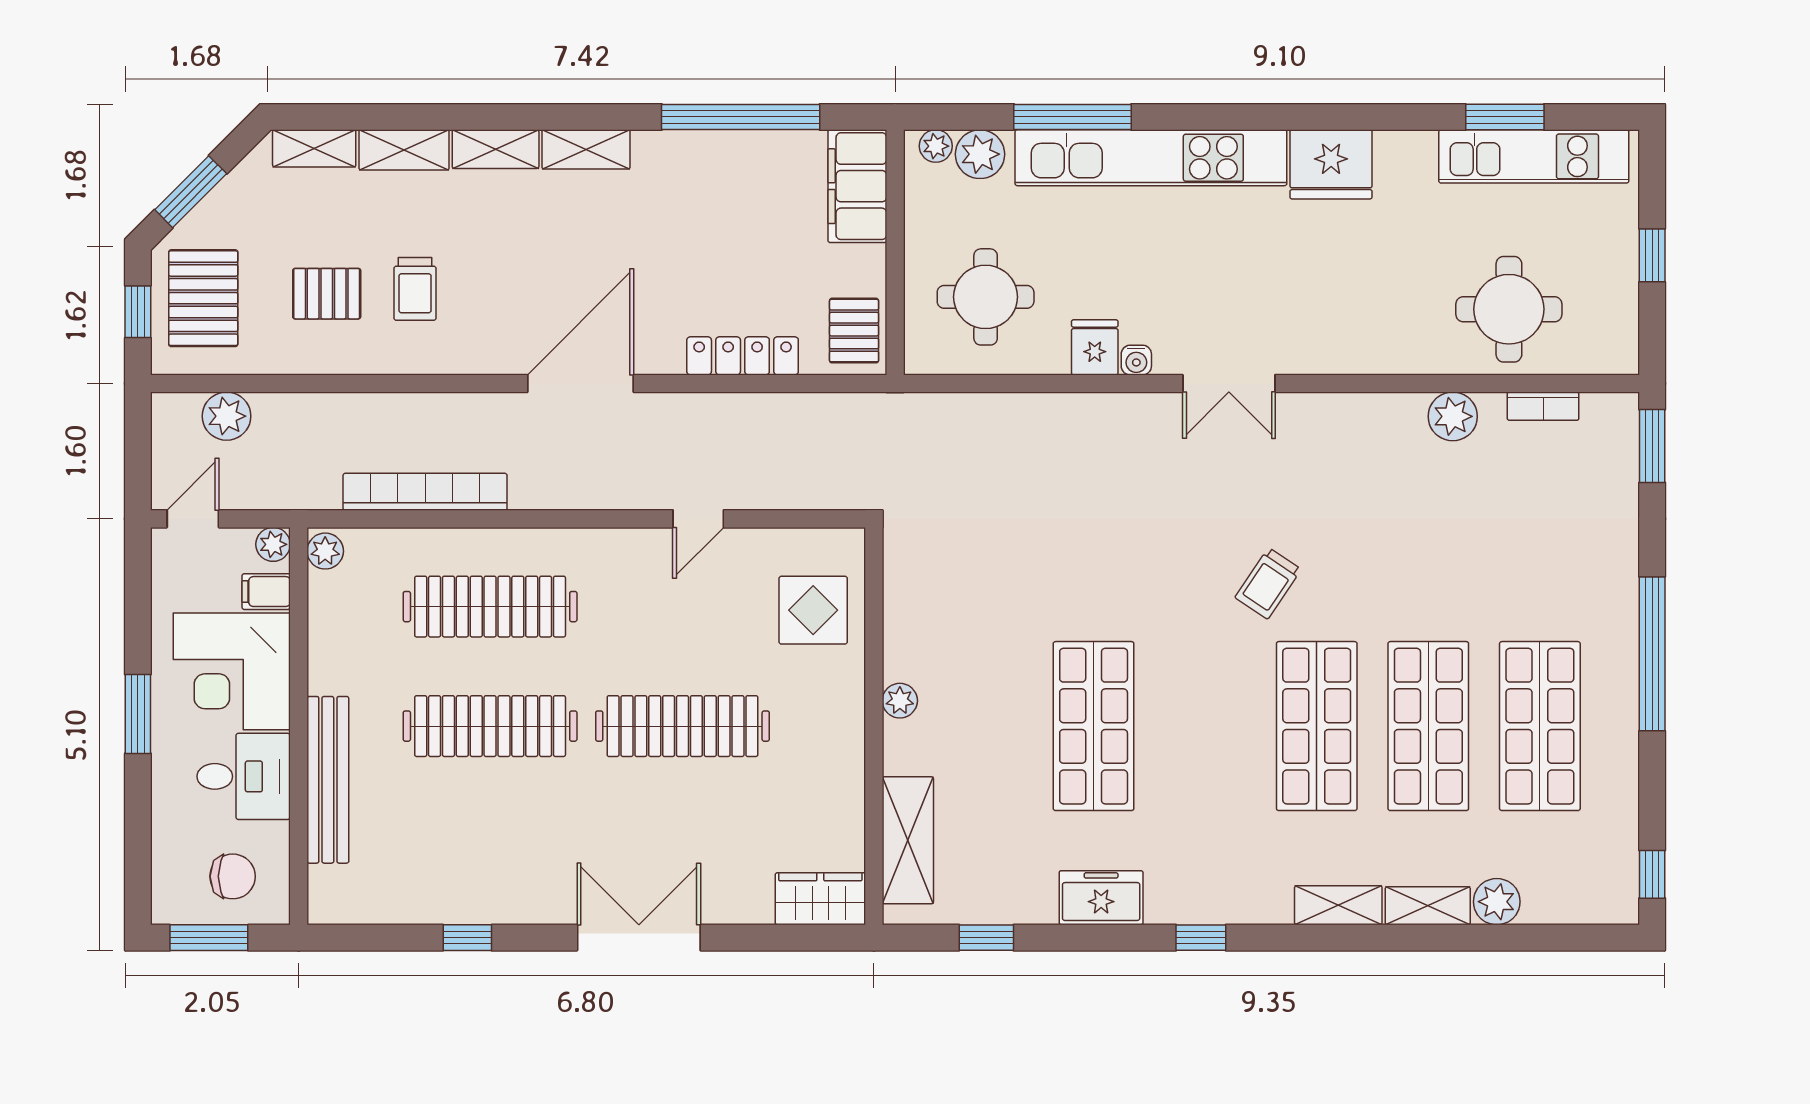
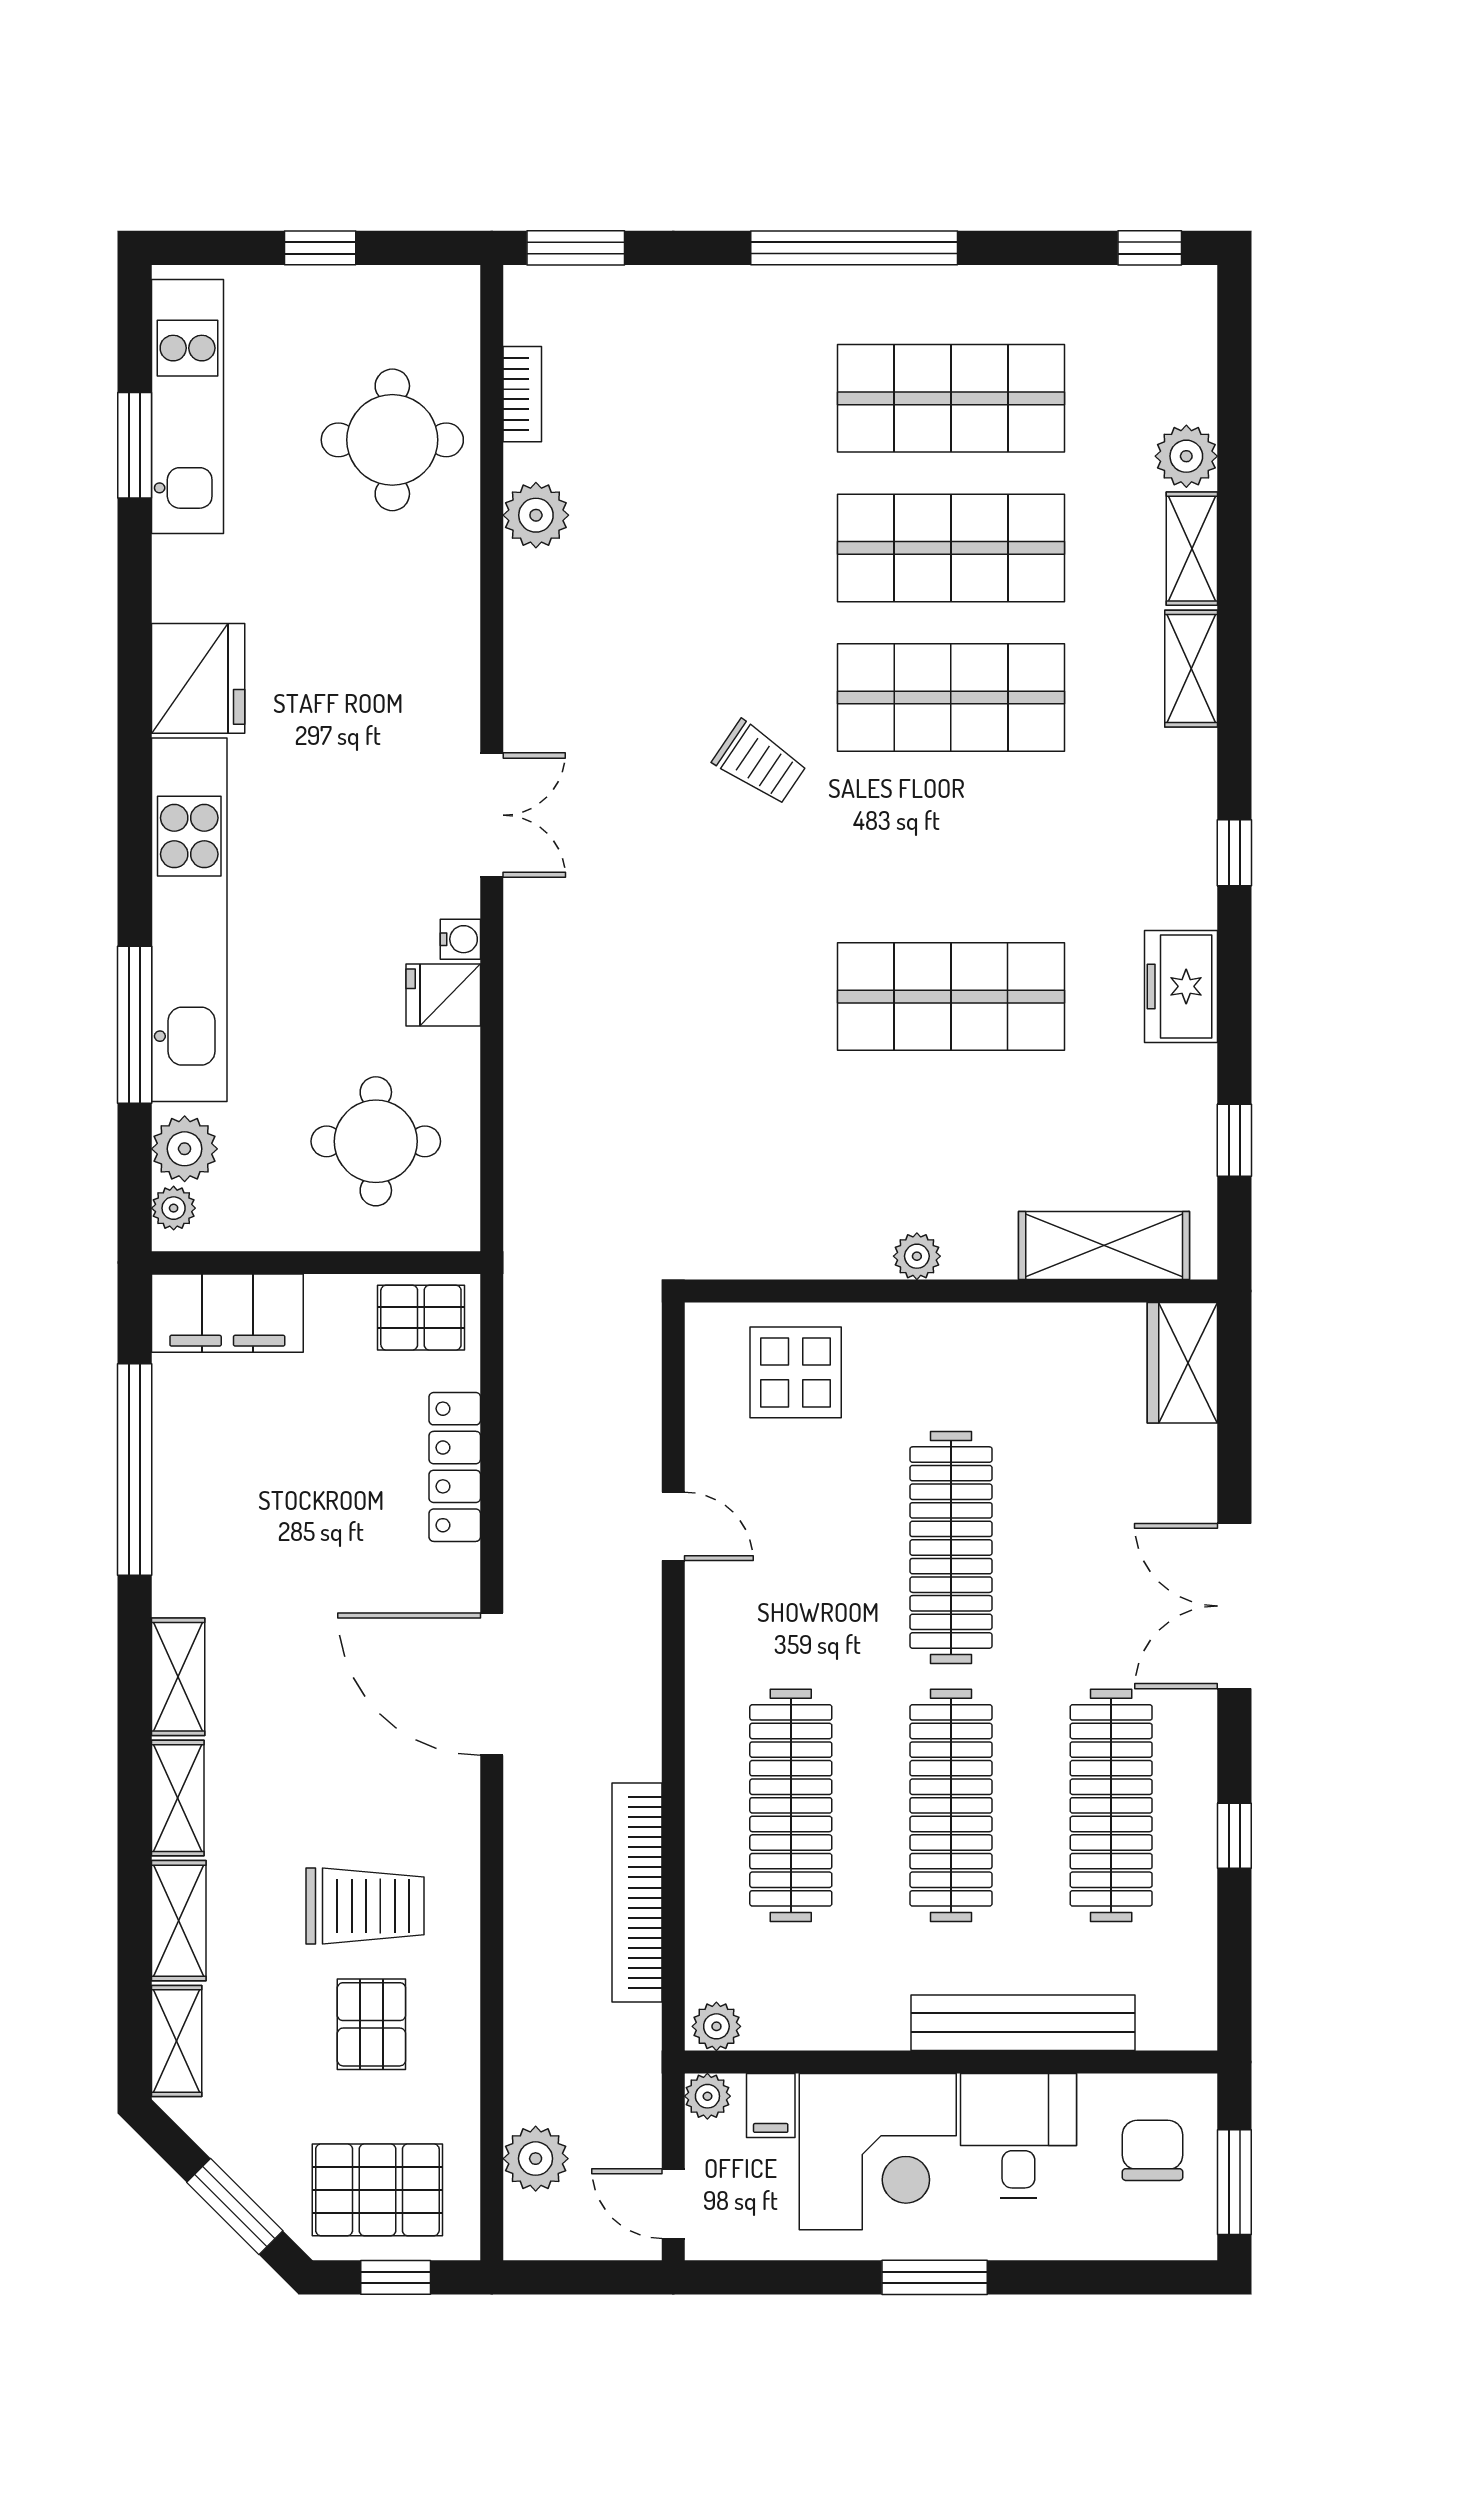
trolley: (415, 289) -> (365, 1906), width x1.36, depth x1.39
clothes rail: (490, 846) -> (1111, 1805), added

